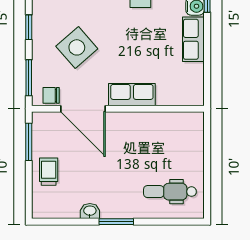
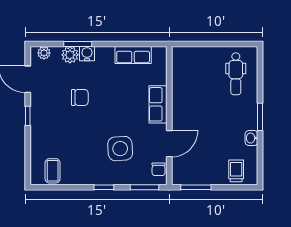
row of seats: (193, 39) -> (133, 55), moved
side table: (77, 47) -> (120, 149), turned 37
door: (83, 109) -> (169, 144), width x0.73
trolley: (49, 172) -> (236, 171), moved, turned 90

